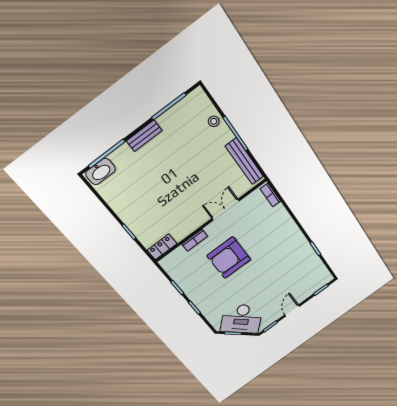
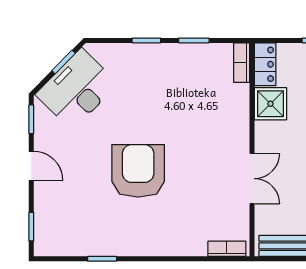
shower: (180, 229) -> (270, 104), added
bookcase: (195, 240) -> (242, 63), moved
armchair: (229, 258) -> (138, 171), moved

